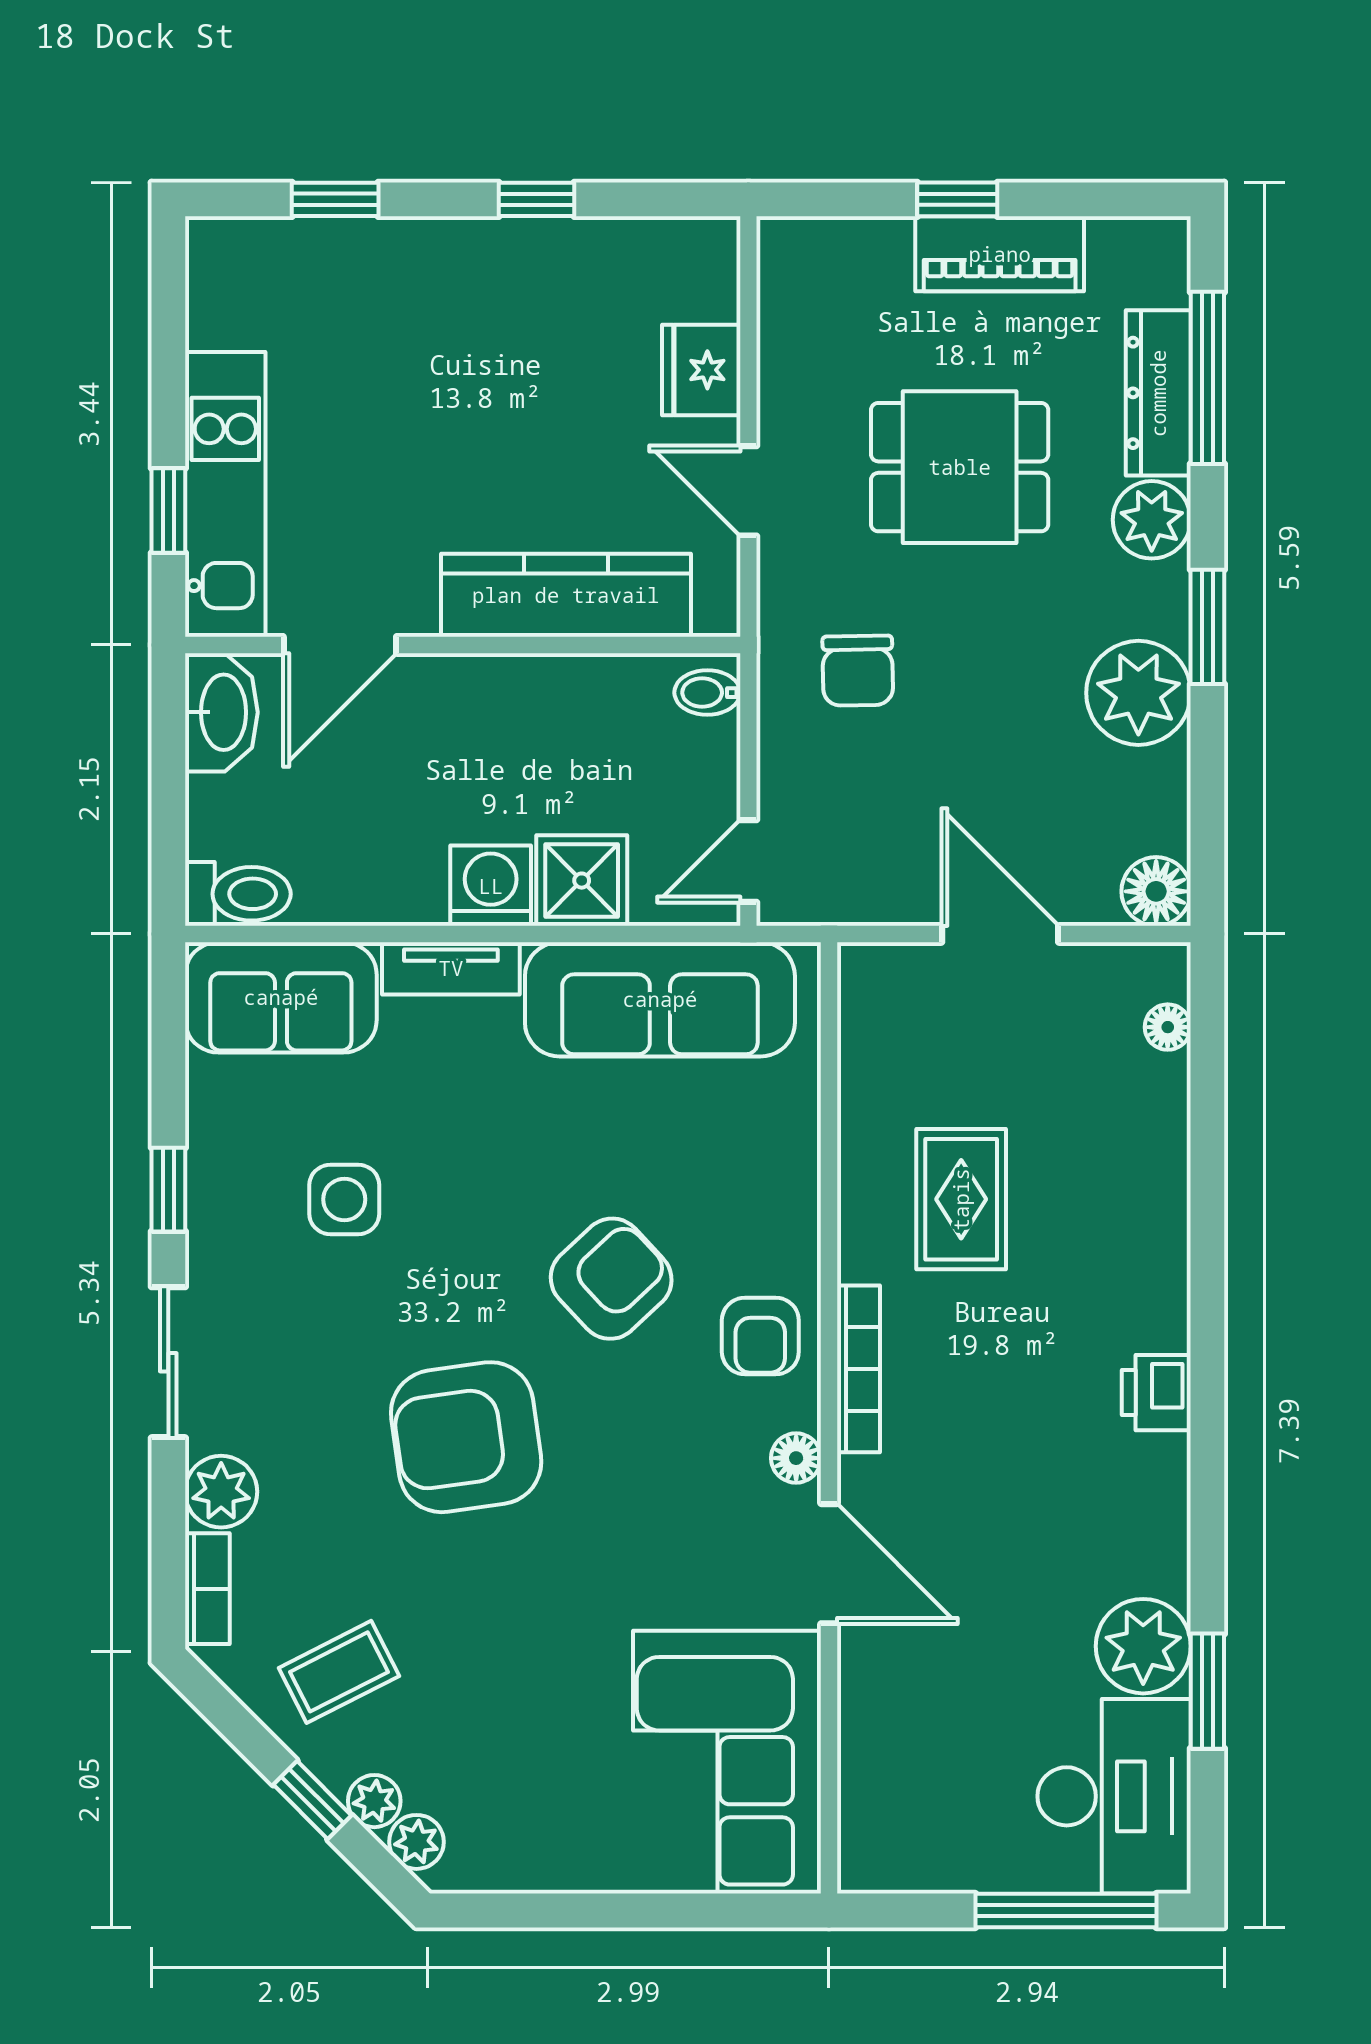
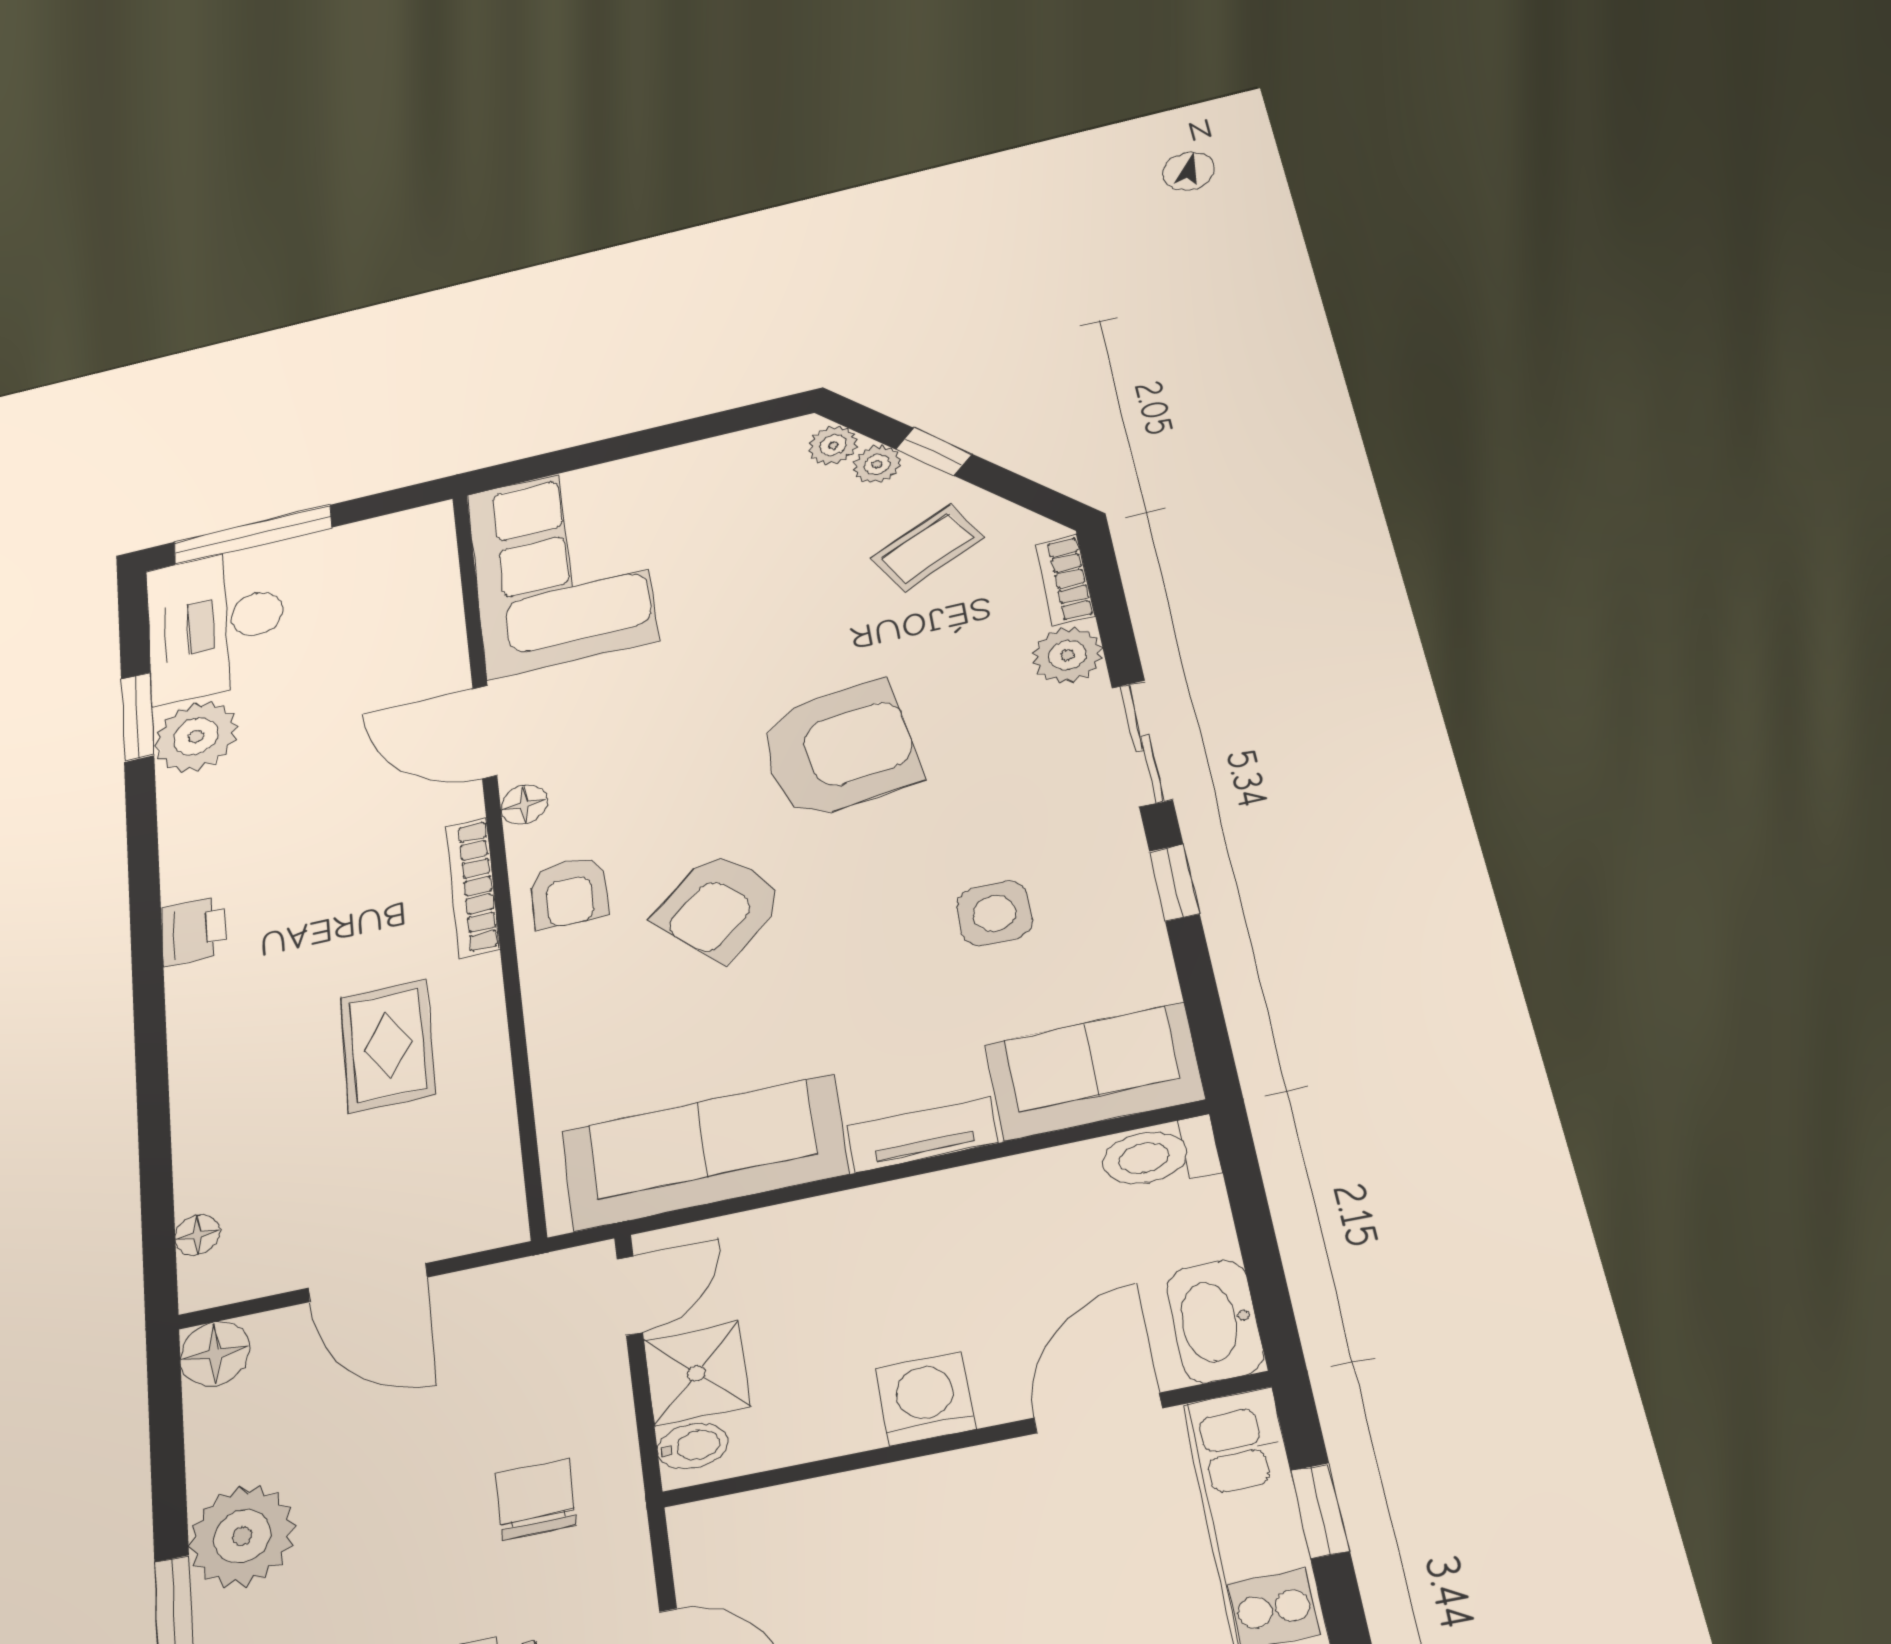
kitchen counter: (566, 595) -> (859, 1512), removed
shower: (582, 881) -> (697, 1373), moved
washing machine: (491, 886) -> (925, 1398), moved, turned 180
armchair: (760, 1336) -> (569, 892), turned 180

